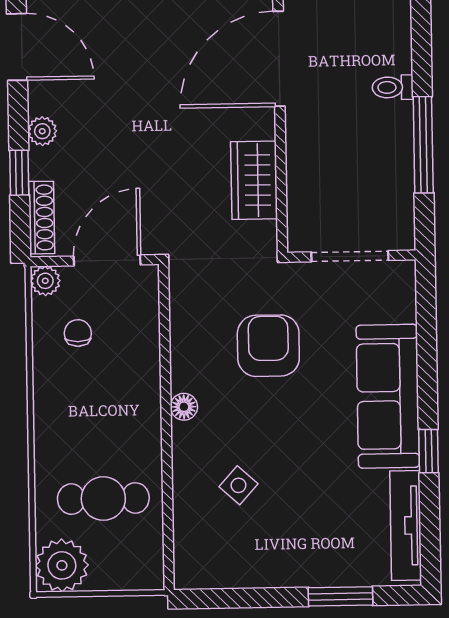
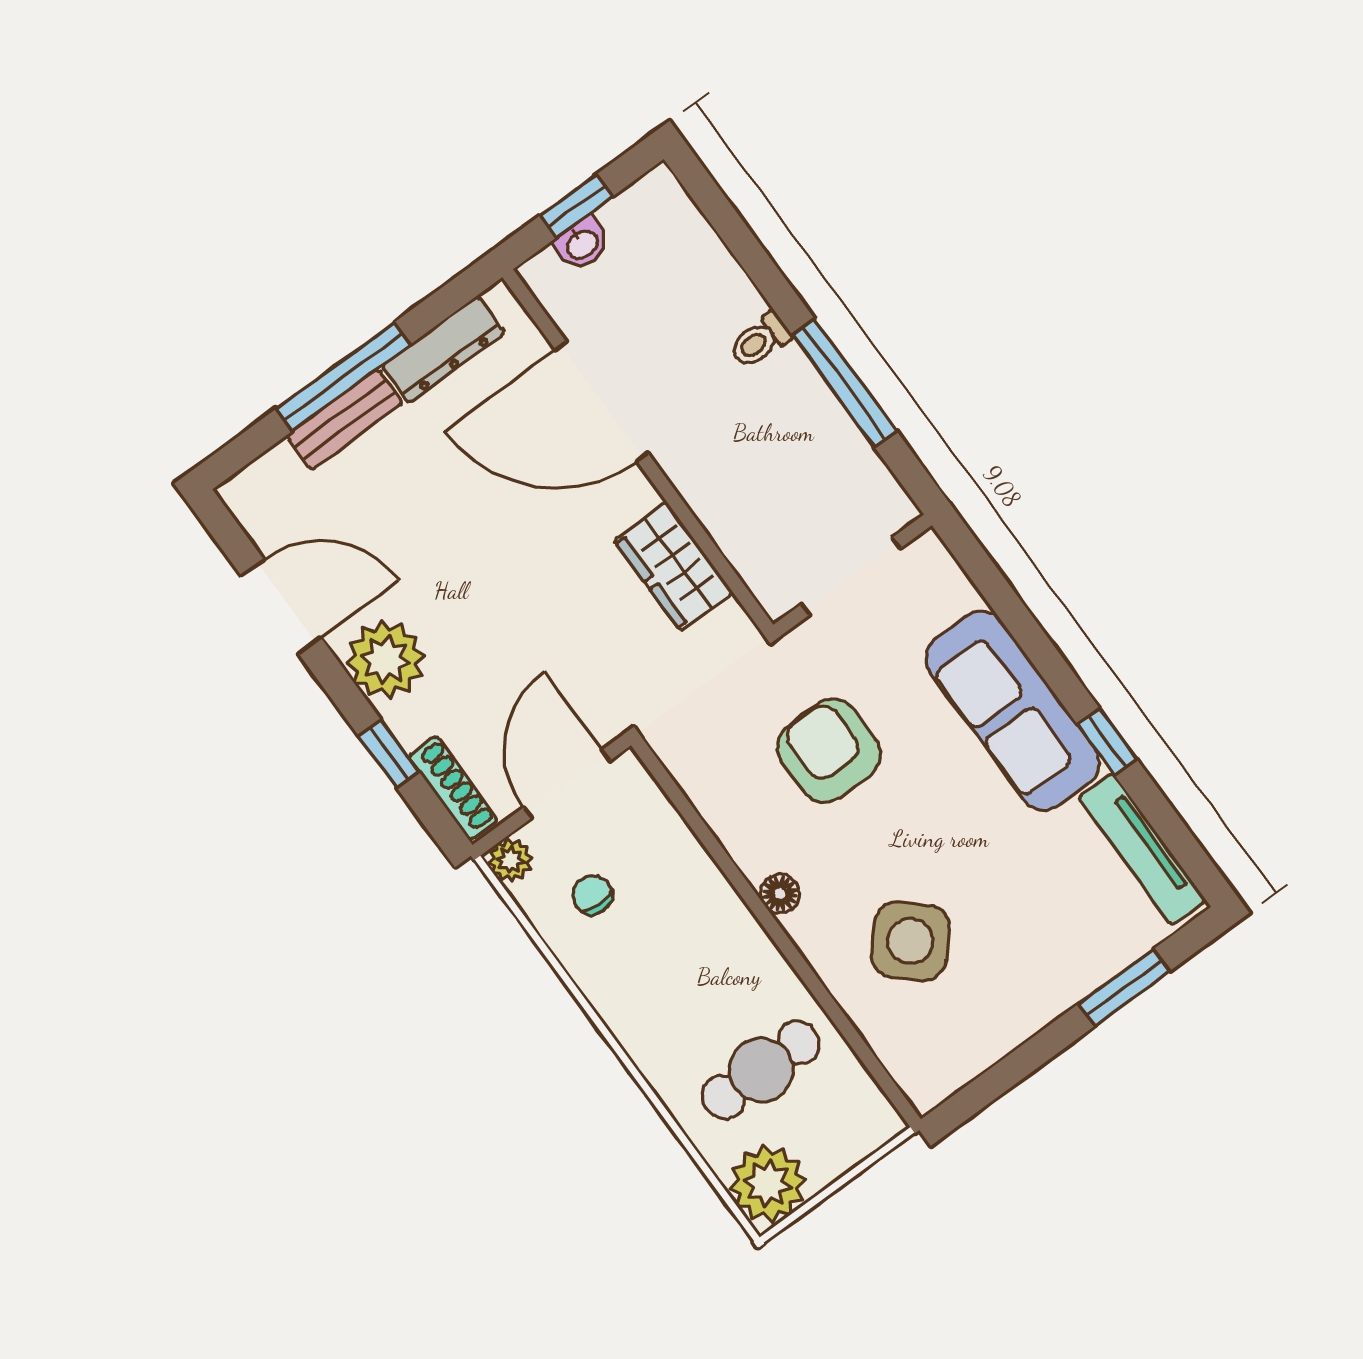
door: (279, 59) -> (602, 401), hinge flipped
plant: (42, 131) -> (386, 660), width x1.88, depth x1.88
side table: (238, 485) -> (910, 941), width x1.87, depth x1.87

